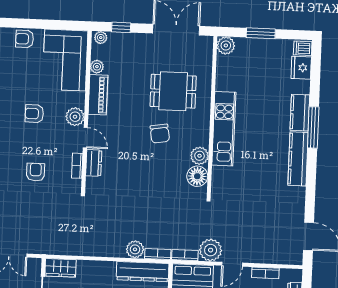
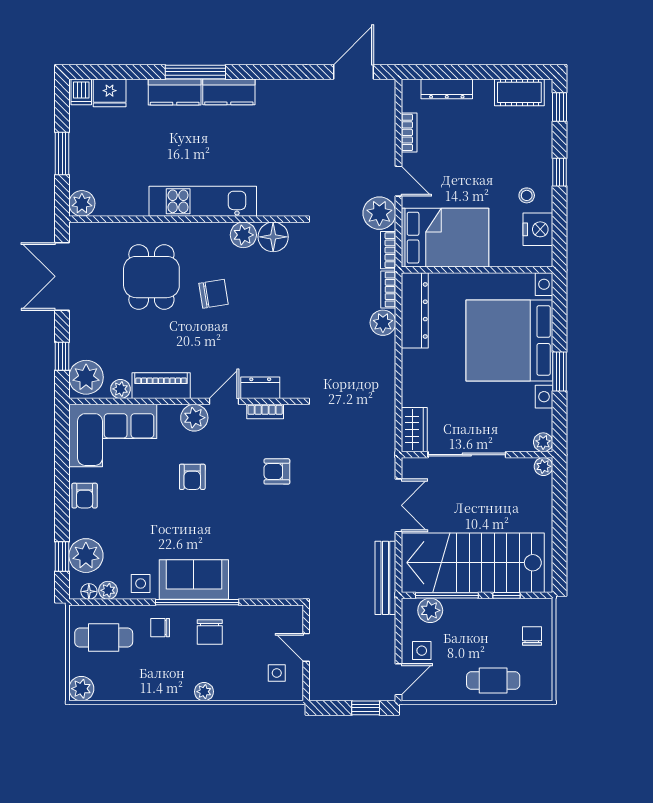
plant: (101, 38) -> (86, 377), width x1.88, depth x1.88
kitchen counter: (298, 159) -> (229, 92), width x0.67

